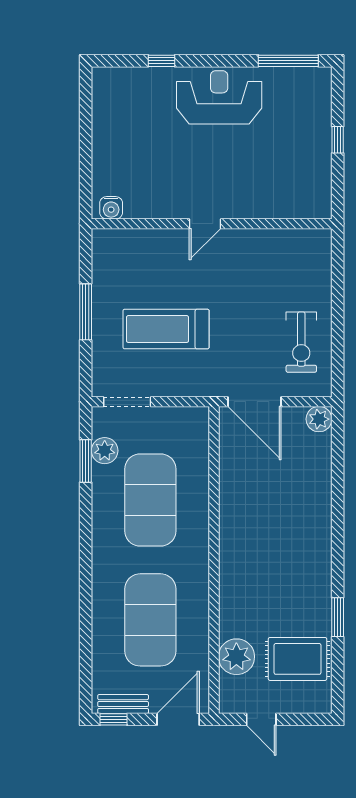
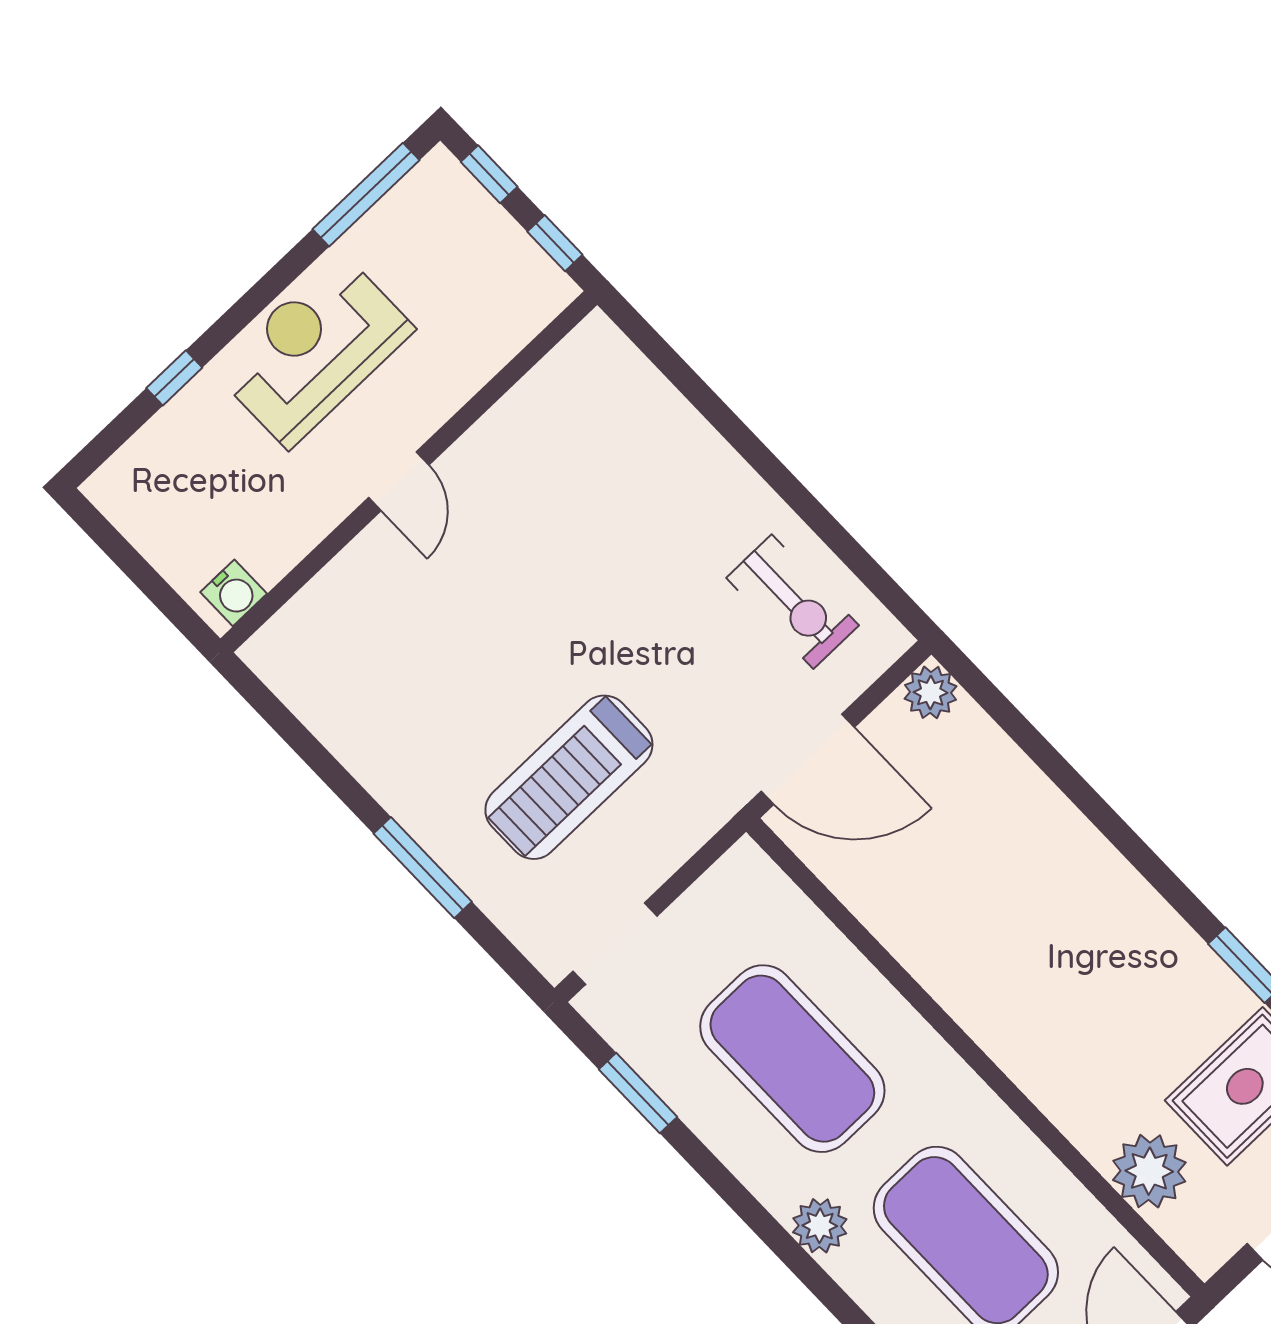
window: (338, 94) -> (489, 174), added
water cooler: (111, 208) -> (234, 593), moved
door: (205, 224) -> (399, 481), moved
wall: (212, 224) -> (409, 472), moved
plant: (105, 451) -> (820, 1226), moved

